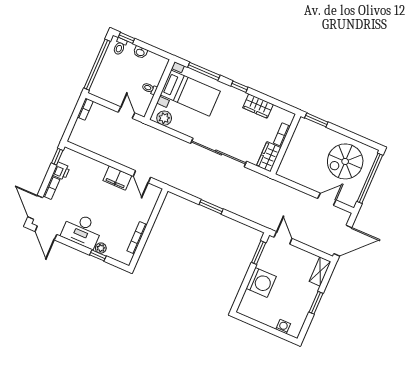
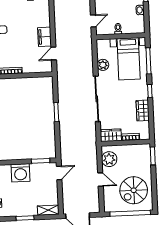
plant: (164, 118) -> (103, 65), moved
spiral stairs: (345, 161) -> (134, 190), turned -90
plant: (295, 172) -> (109, 159), added
door: (327, 199) -> (100, 179), moved

